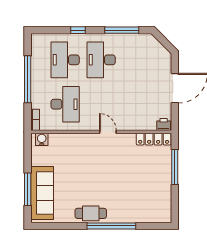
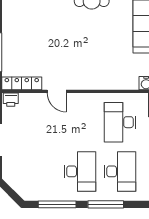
window: (78, 30) -> (106, 204), width x2.17
door: (108, 132) -> (57, 91), moved

